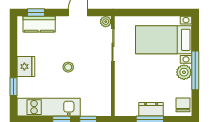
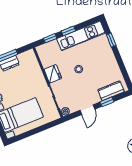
window: (36, 13) -> (107, 102), moved
fridge: (26, 66) -> (53, 74), moved, turned 180

